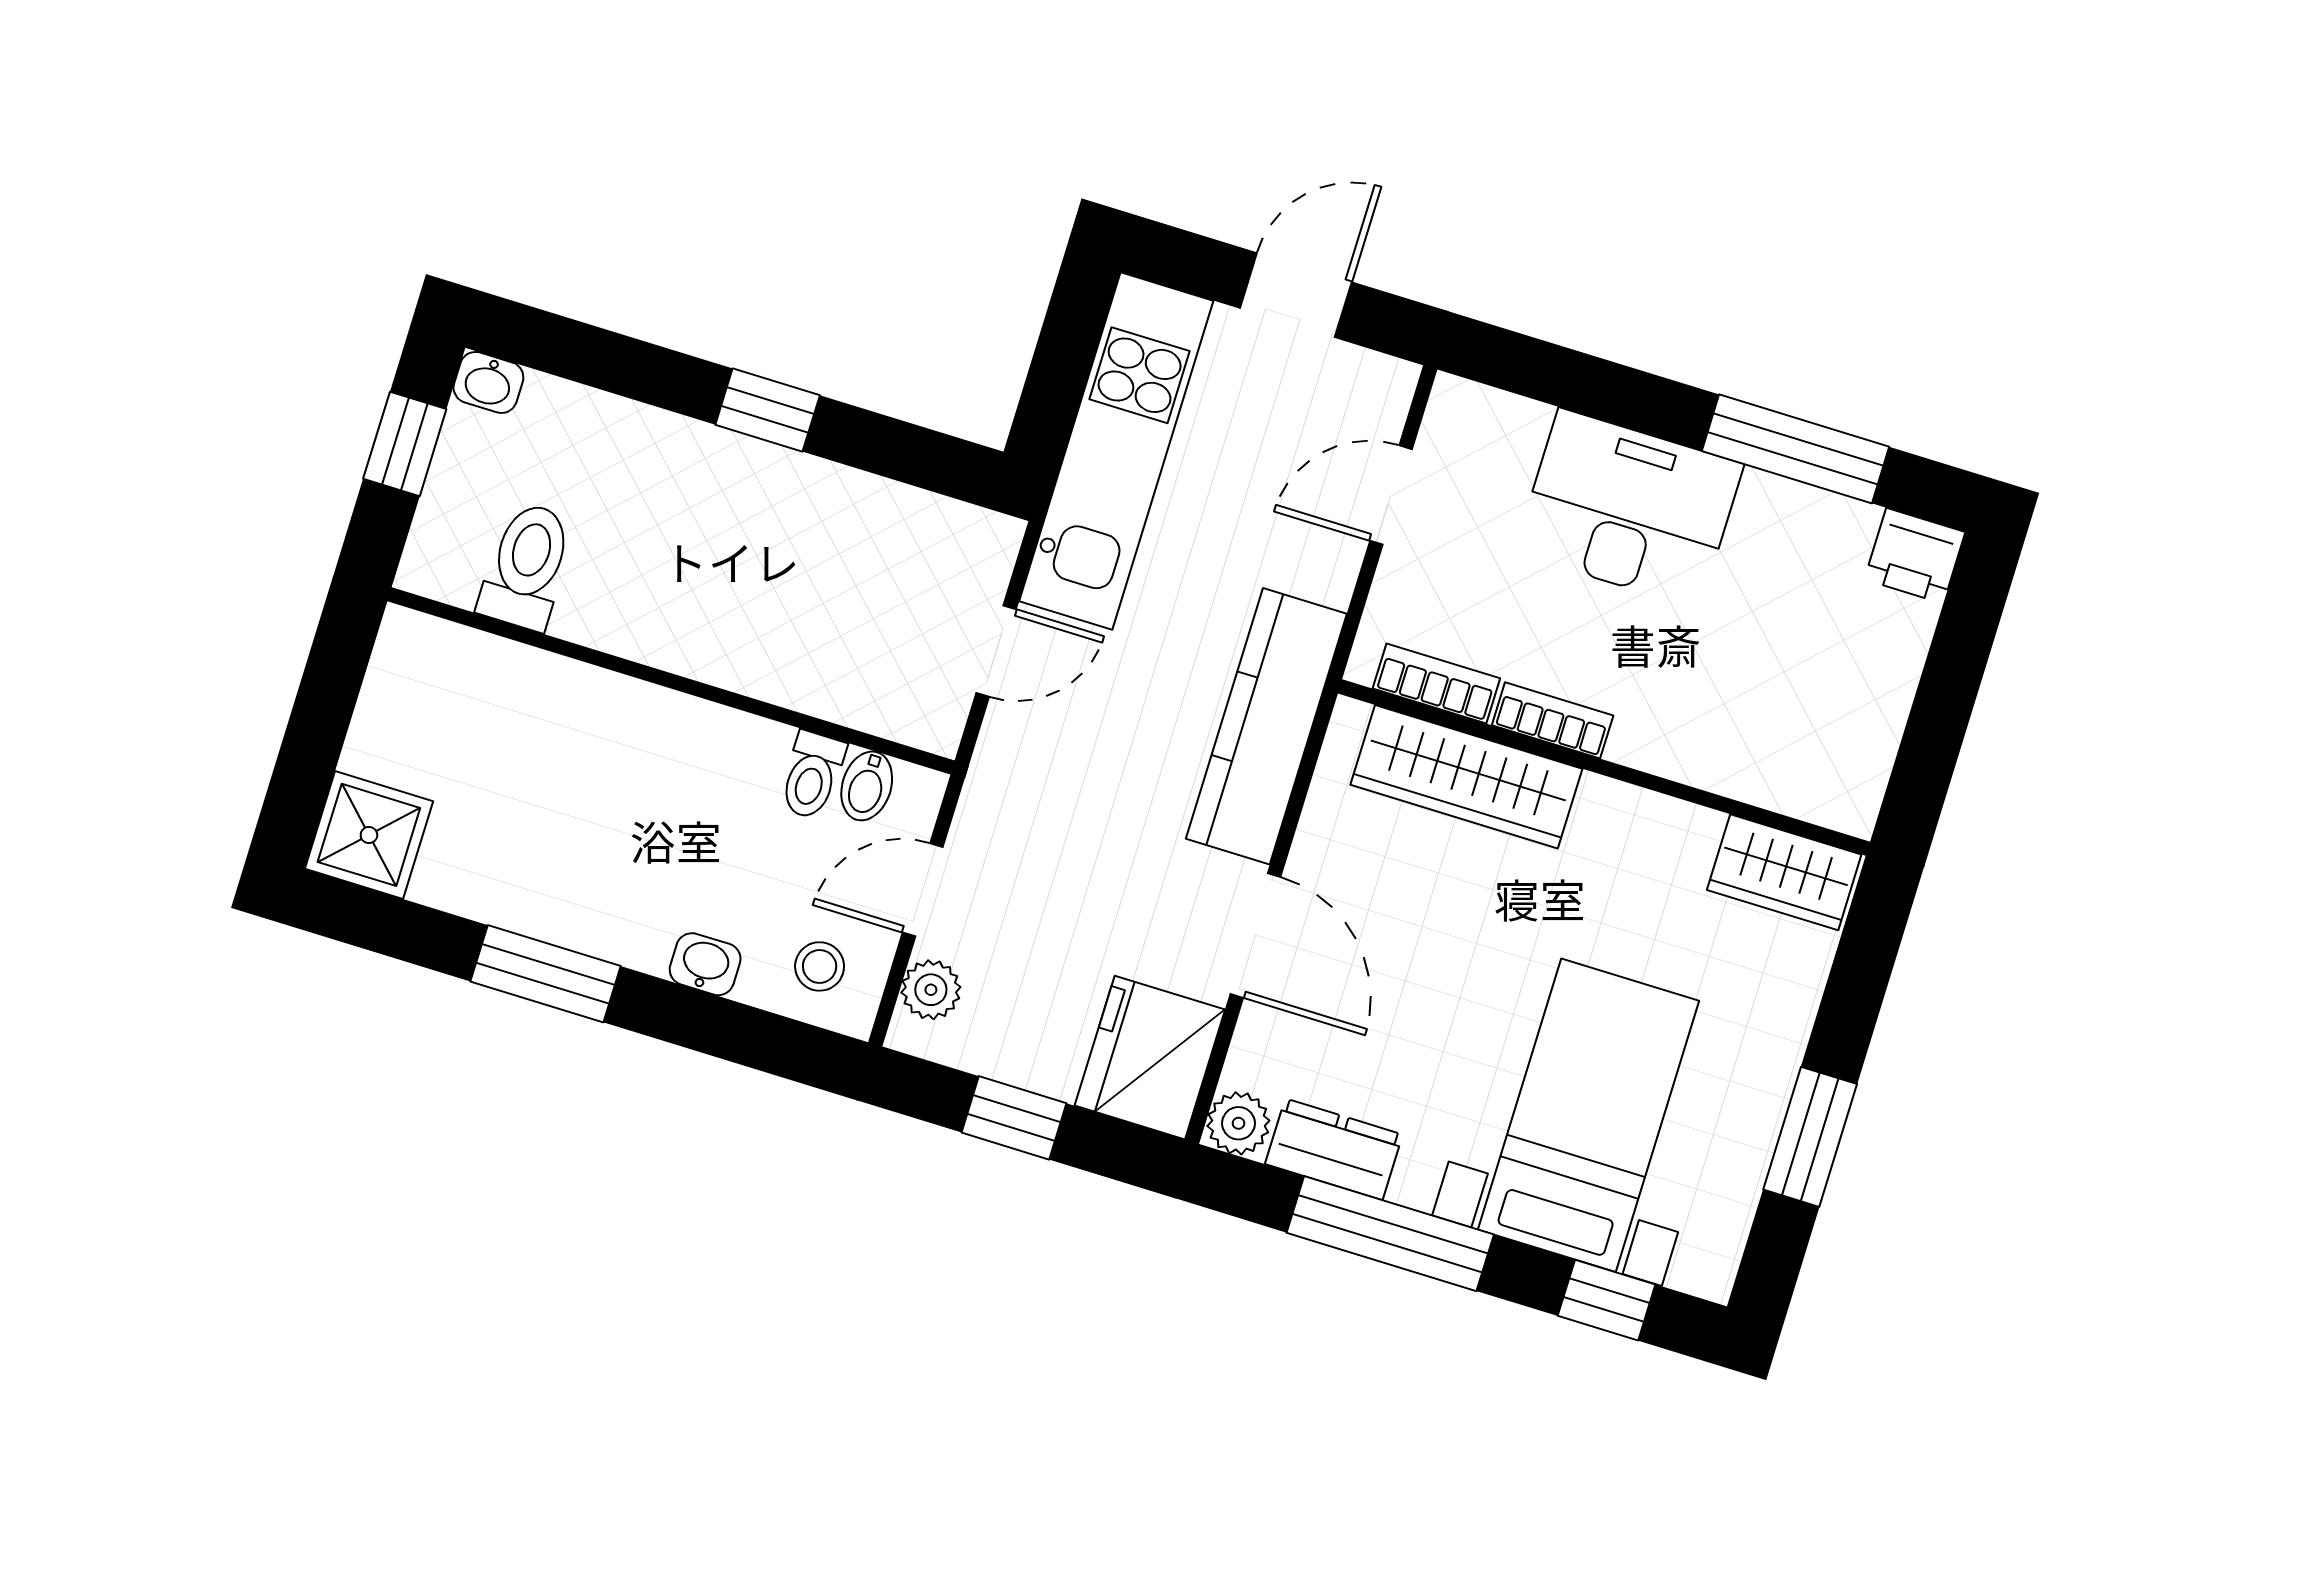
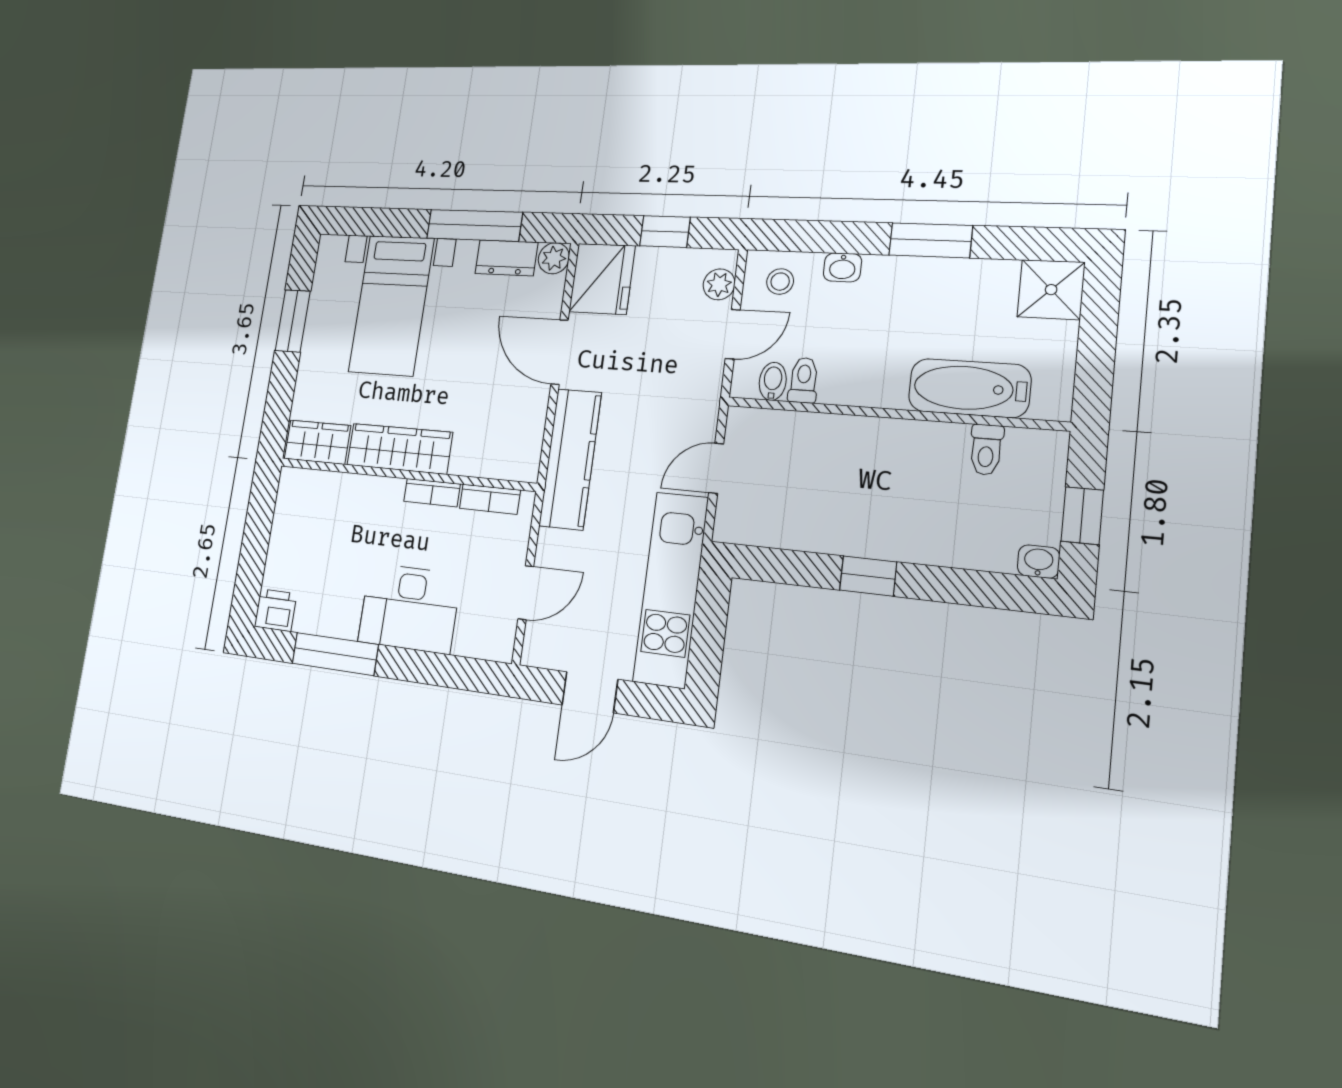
toilet: (527, 566) -> (986, 450), width x0.73, depth x0.72
bathtub: (536, 696) -> (969, 388), added
wardrobe: (1466, 777) -> (399, 449), moved
window: (1607, 1300) -> (373, 222), removed

